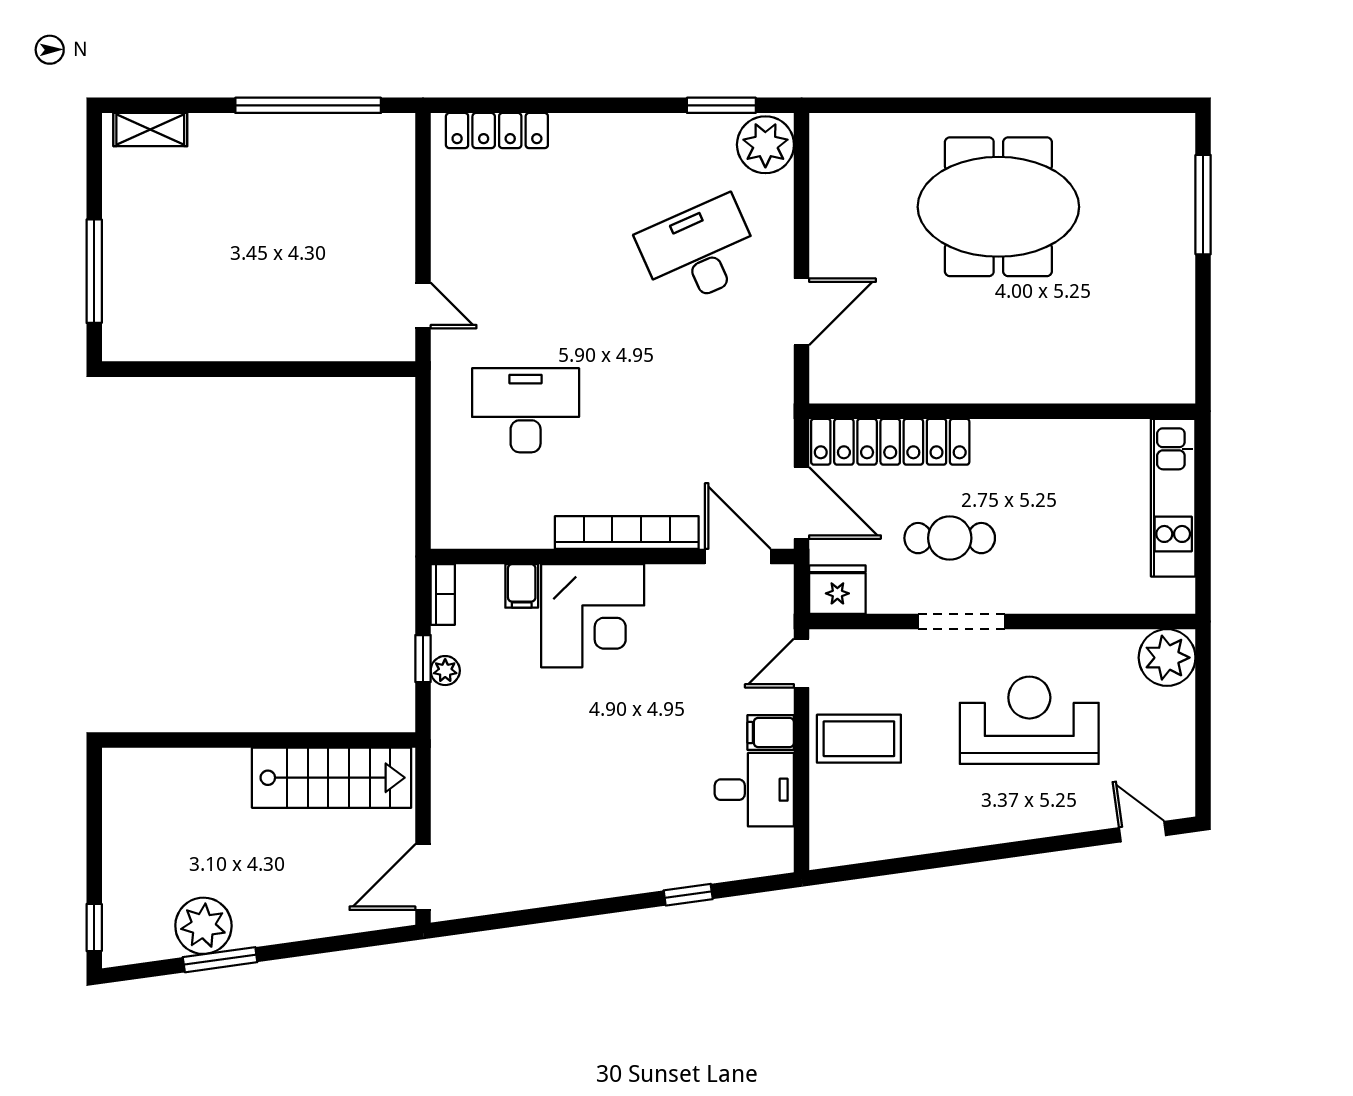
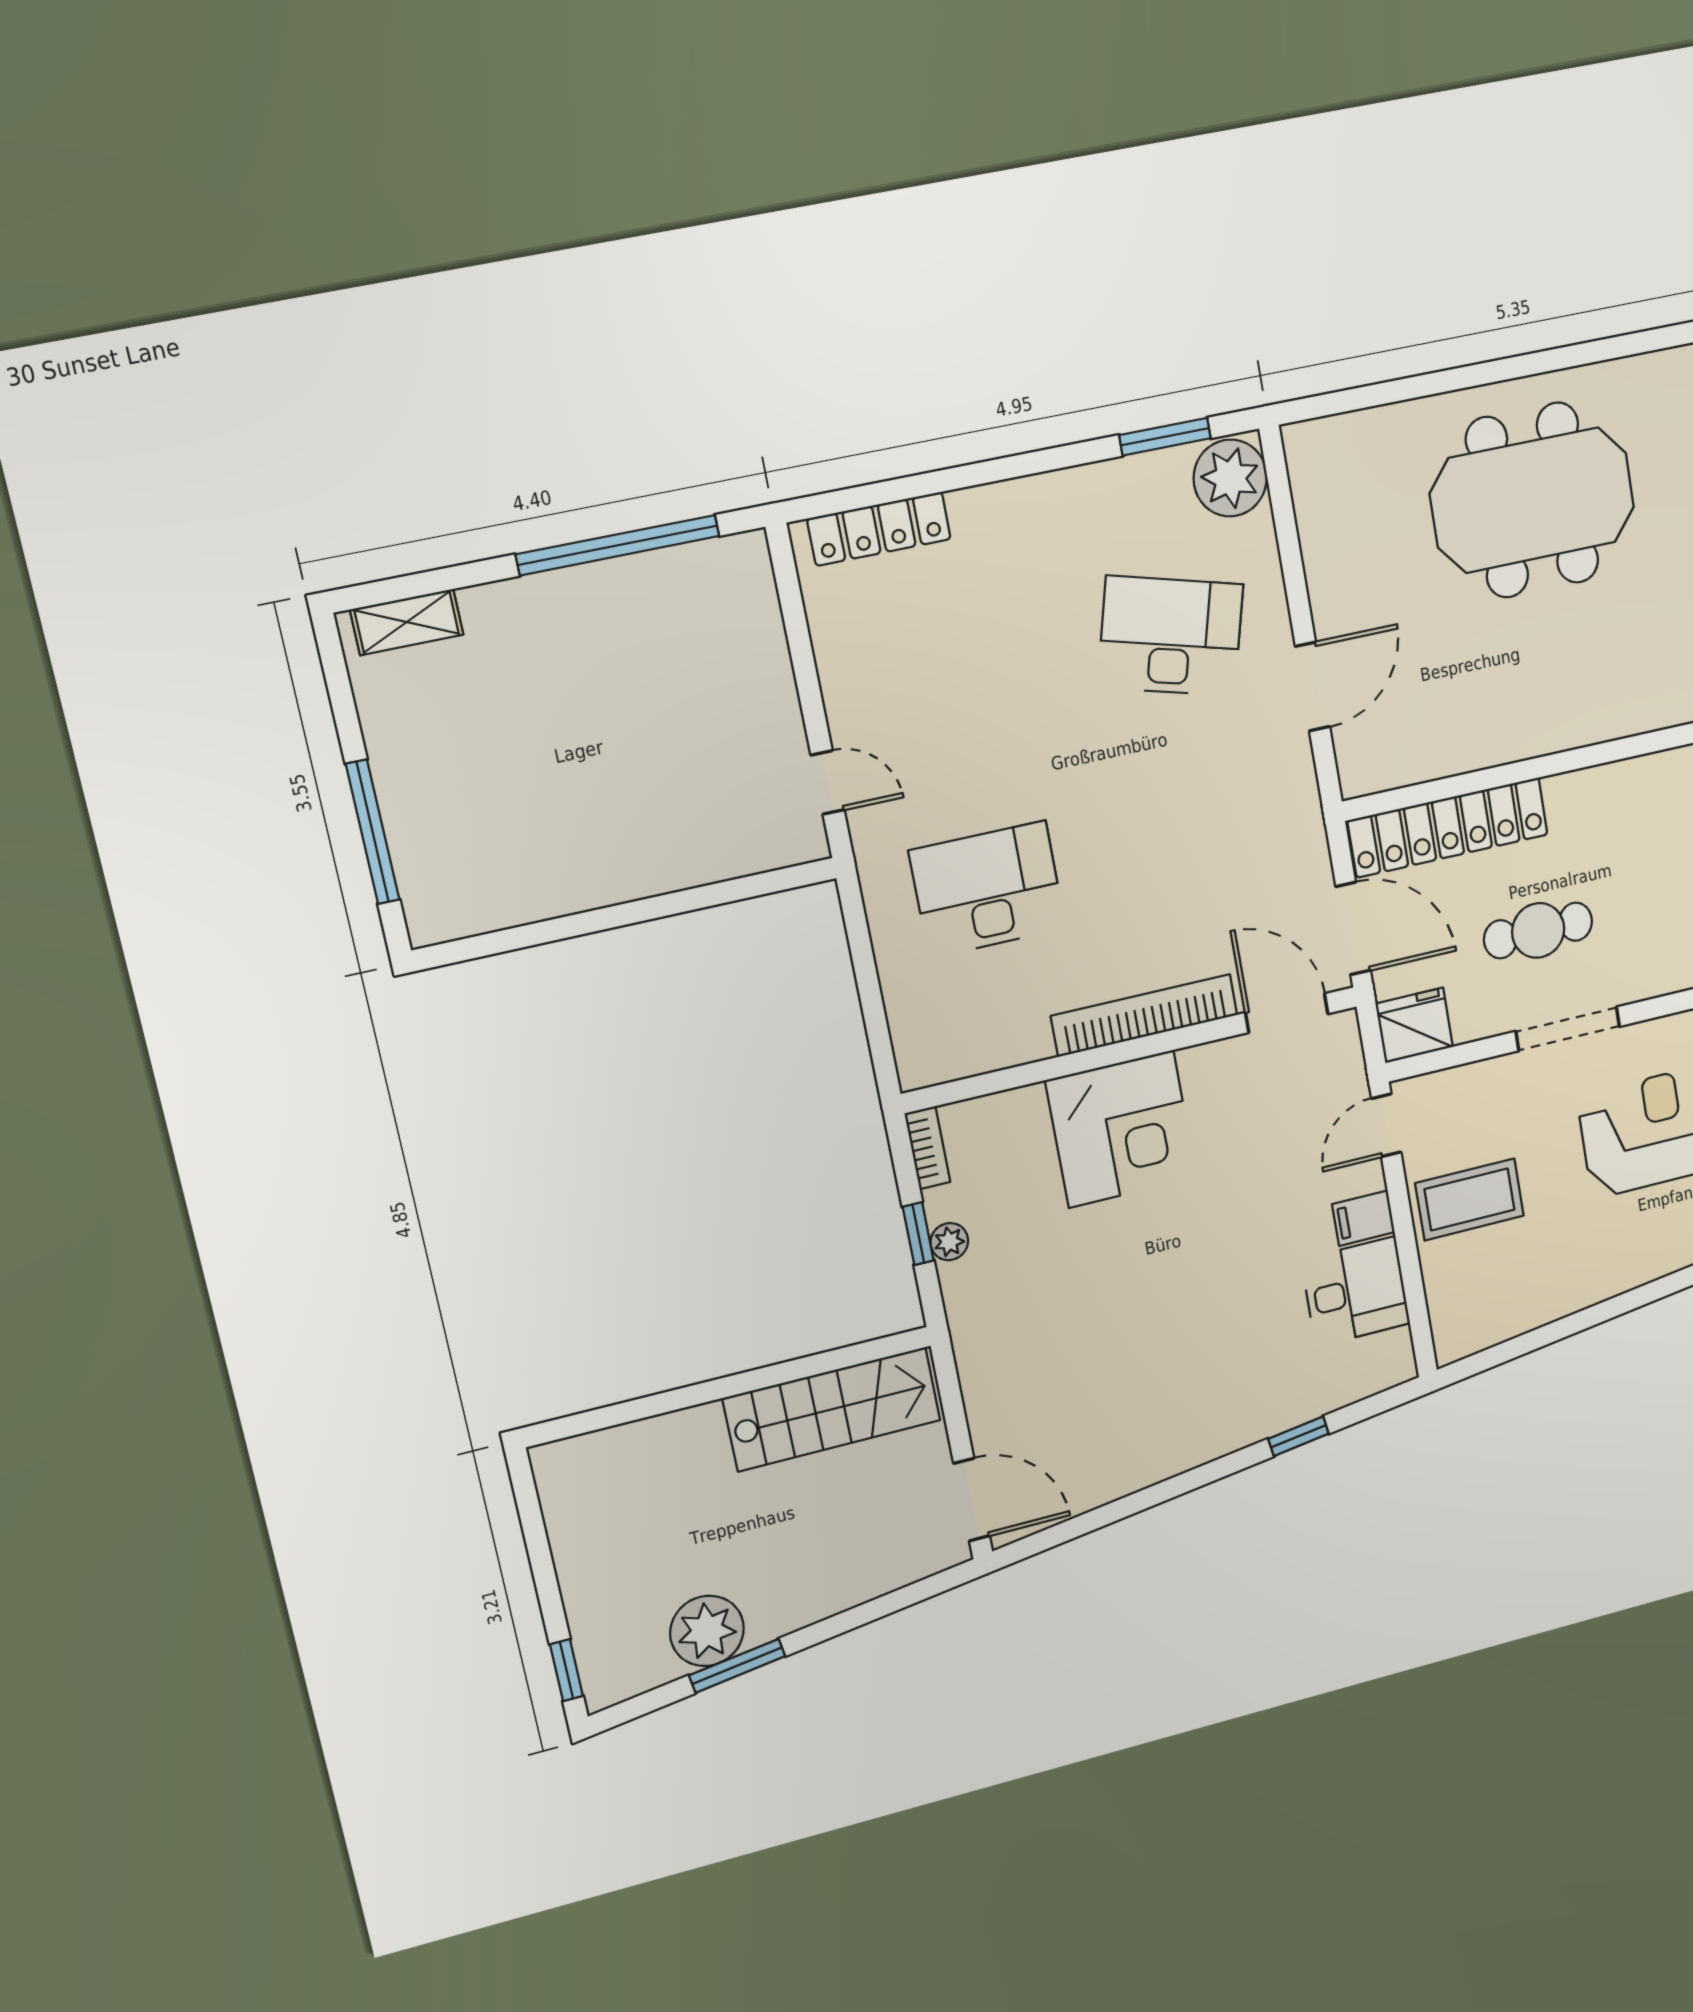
desk: (699, 252) -> (1171, 636), turned 39
filing cabinet: (522, 586) -> (1025, 1113), removed
door: (423, 877) -> (972, 1500), swing flipped

